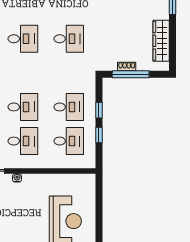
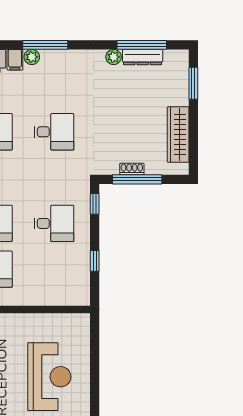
window: (99, 110) -> (95, 204), moved
desk: (69, 141) -> (54, 269), removed

